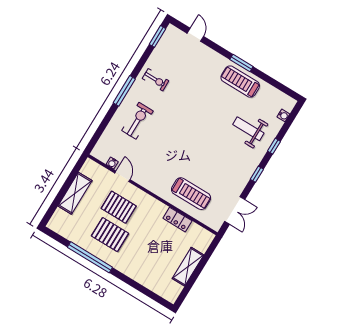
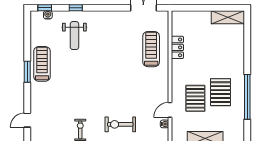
treadmill: (240, 82) -> (42, 64), turned 180
window: (257, 174) -> (45, 8), moved
shelving: (188, 267) -> (228, 17), moved

